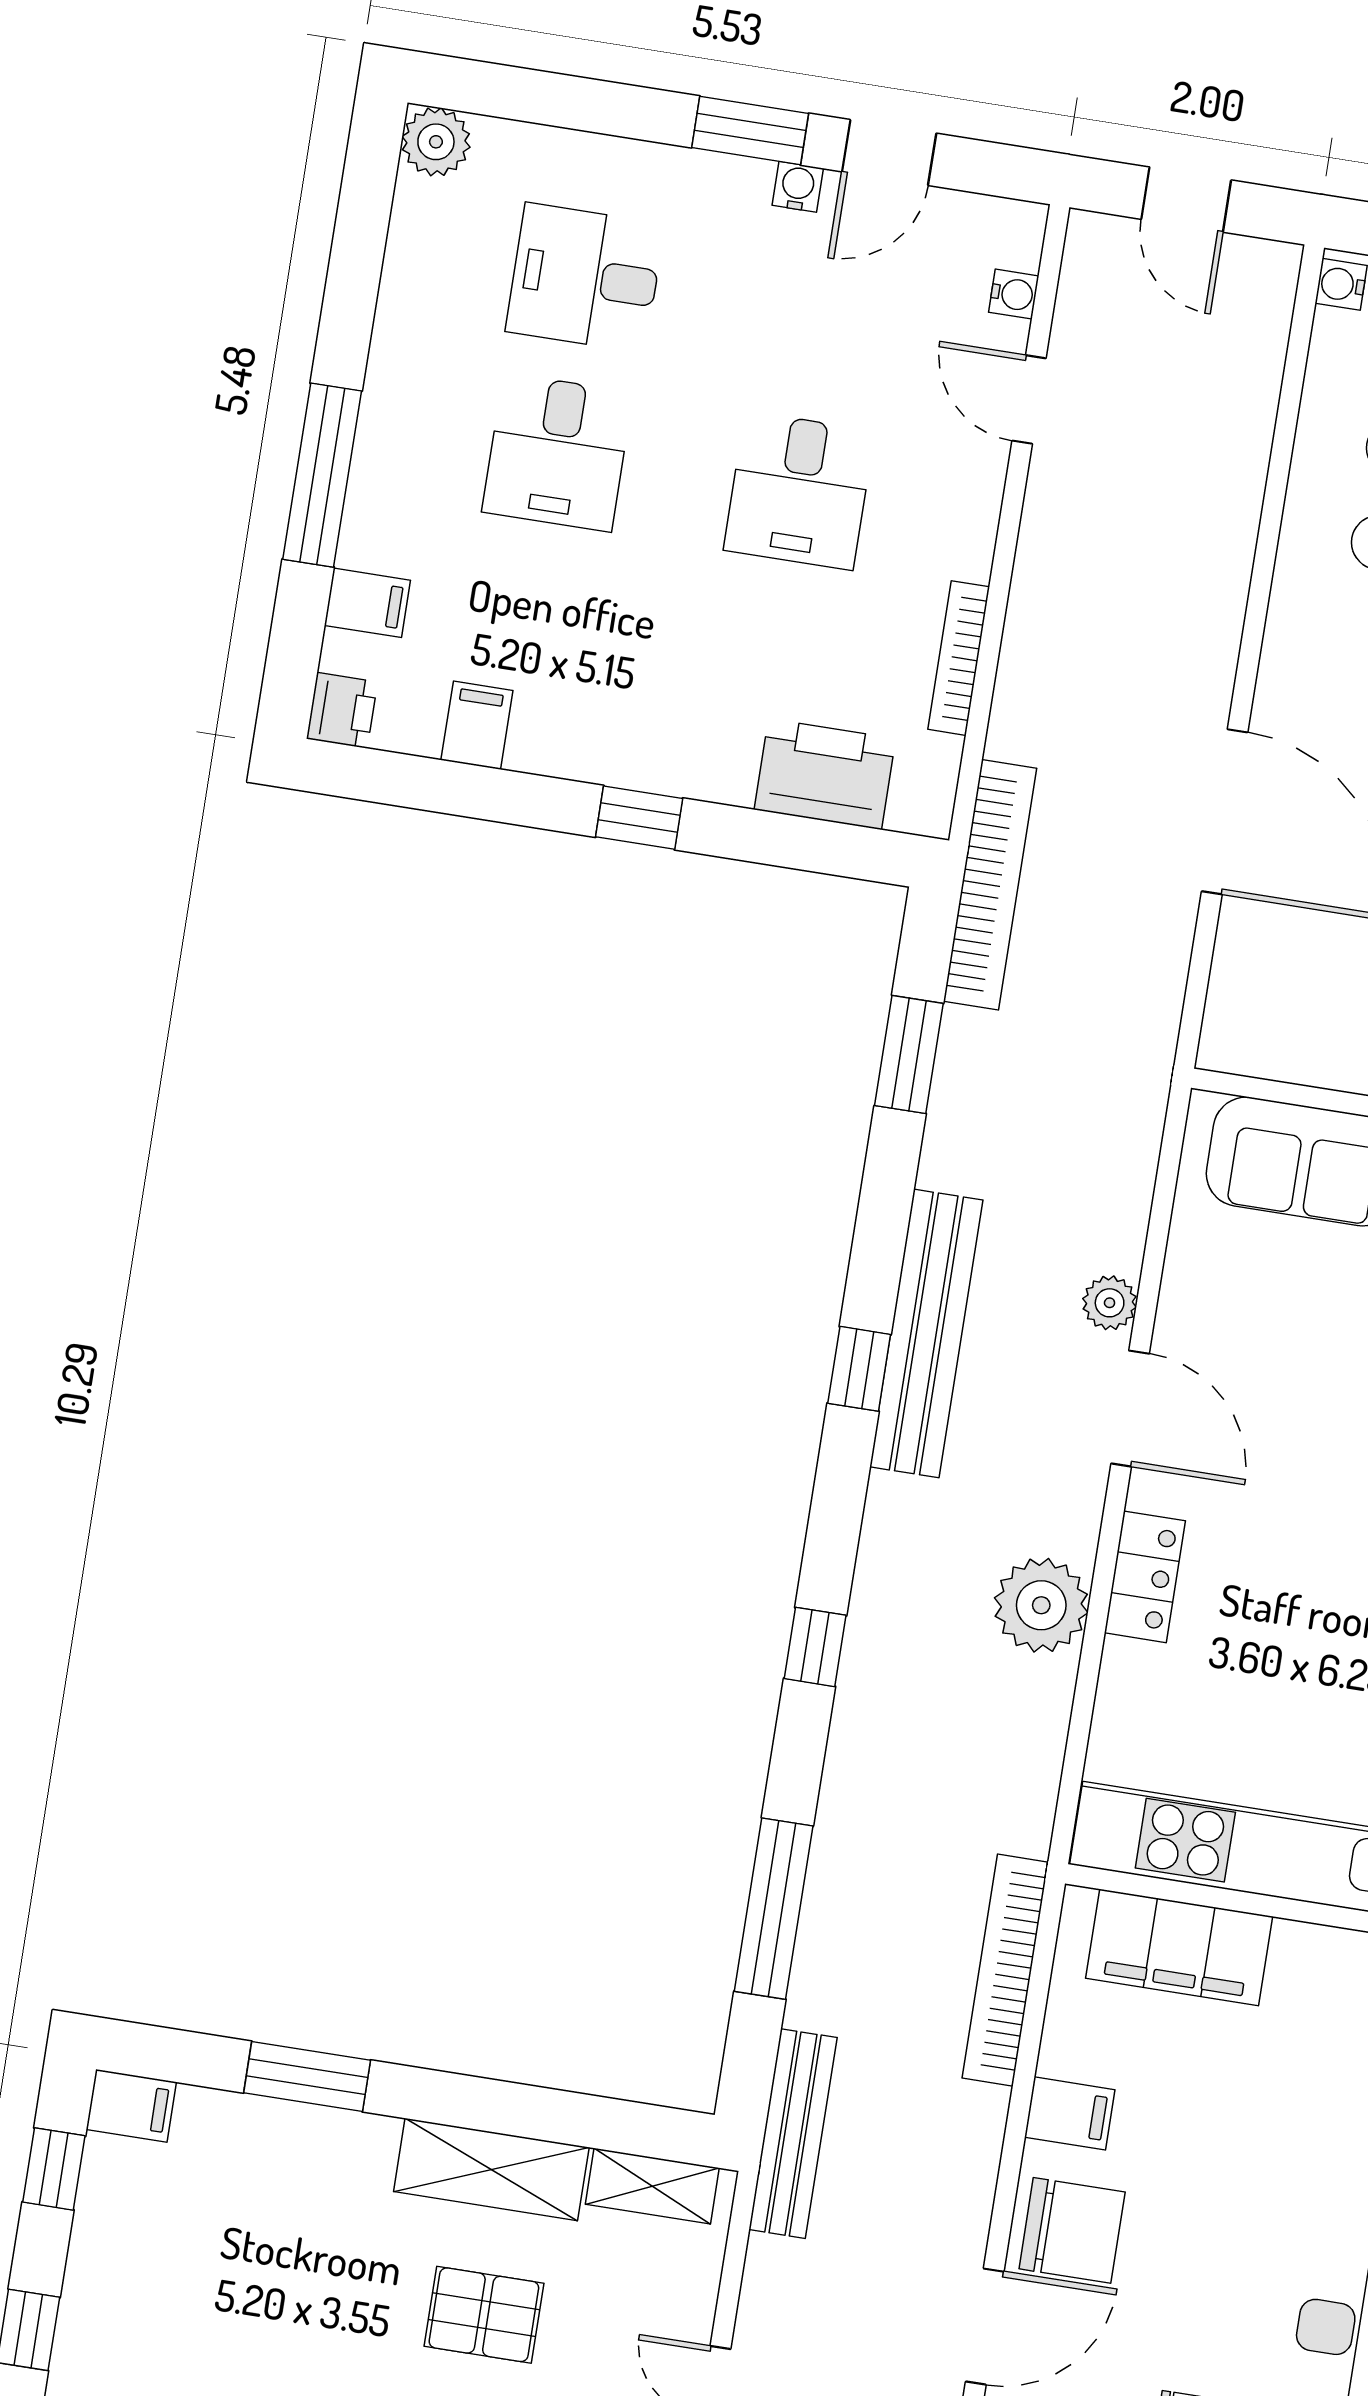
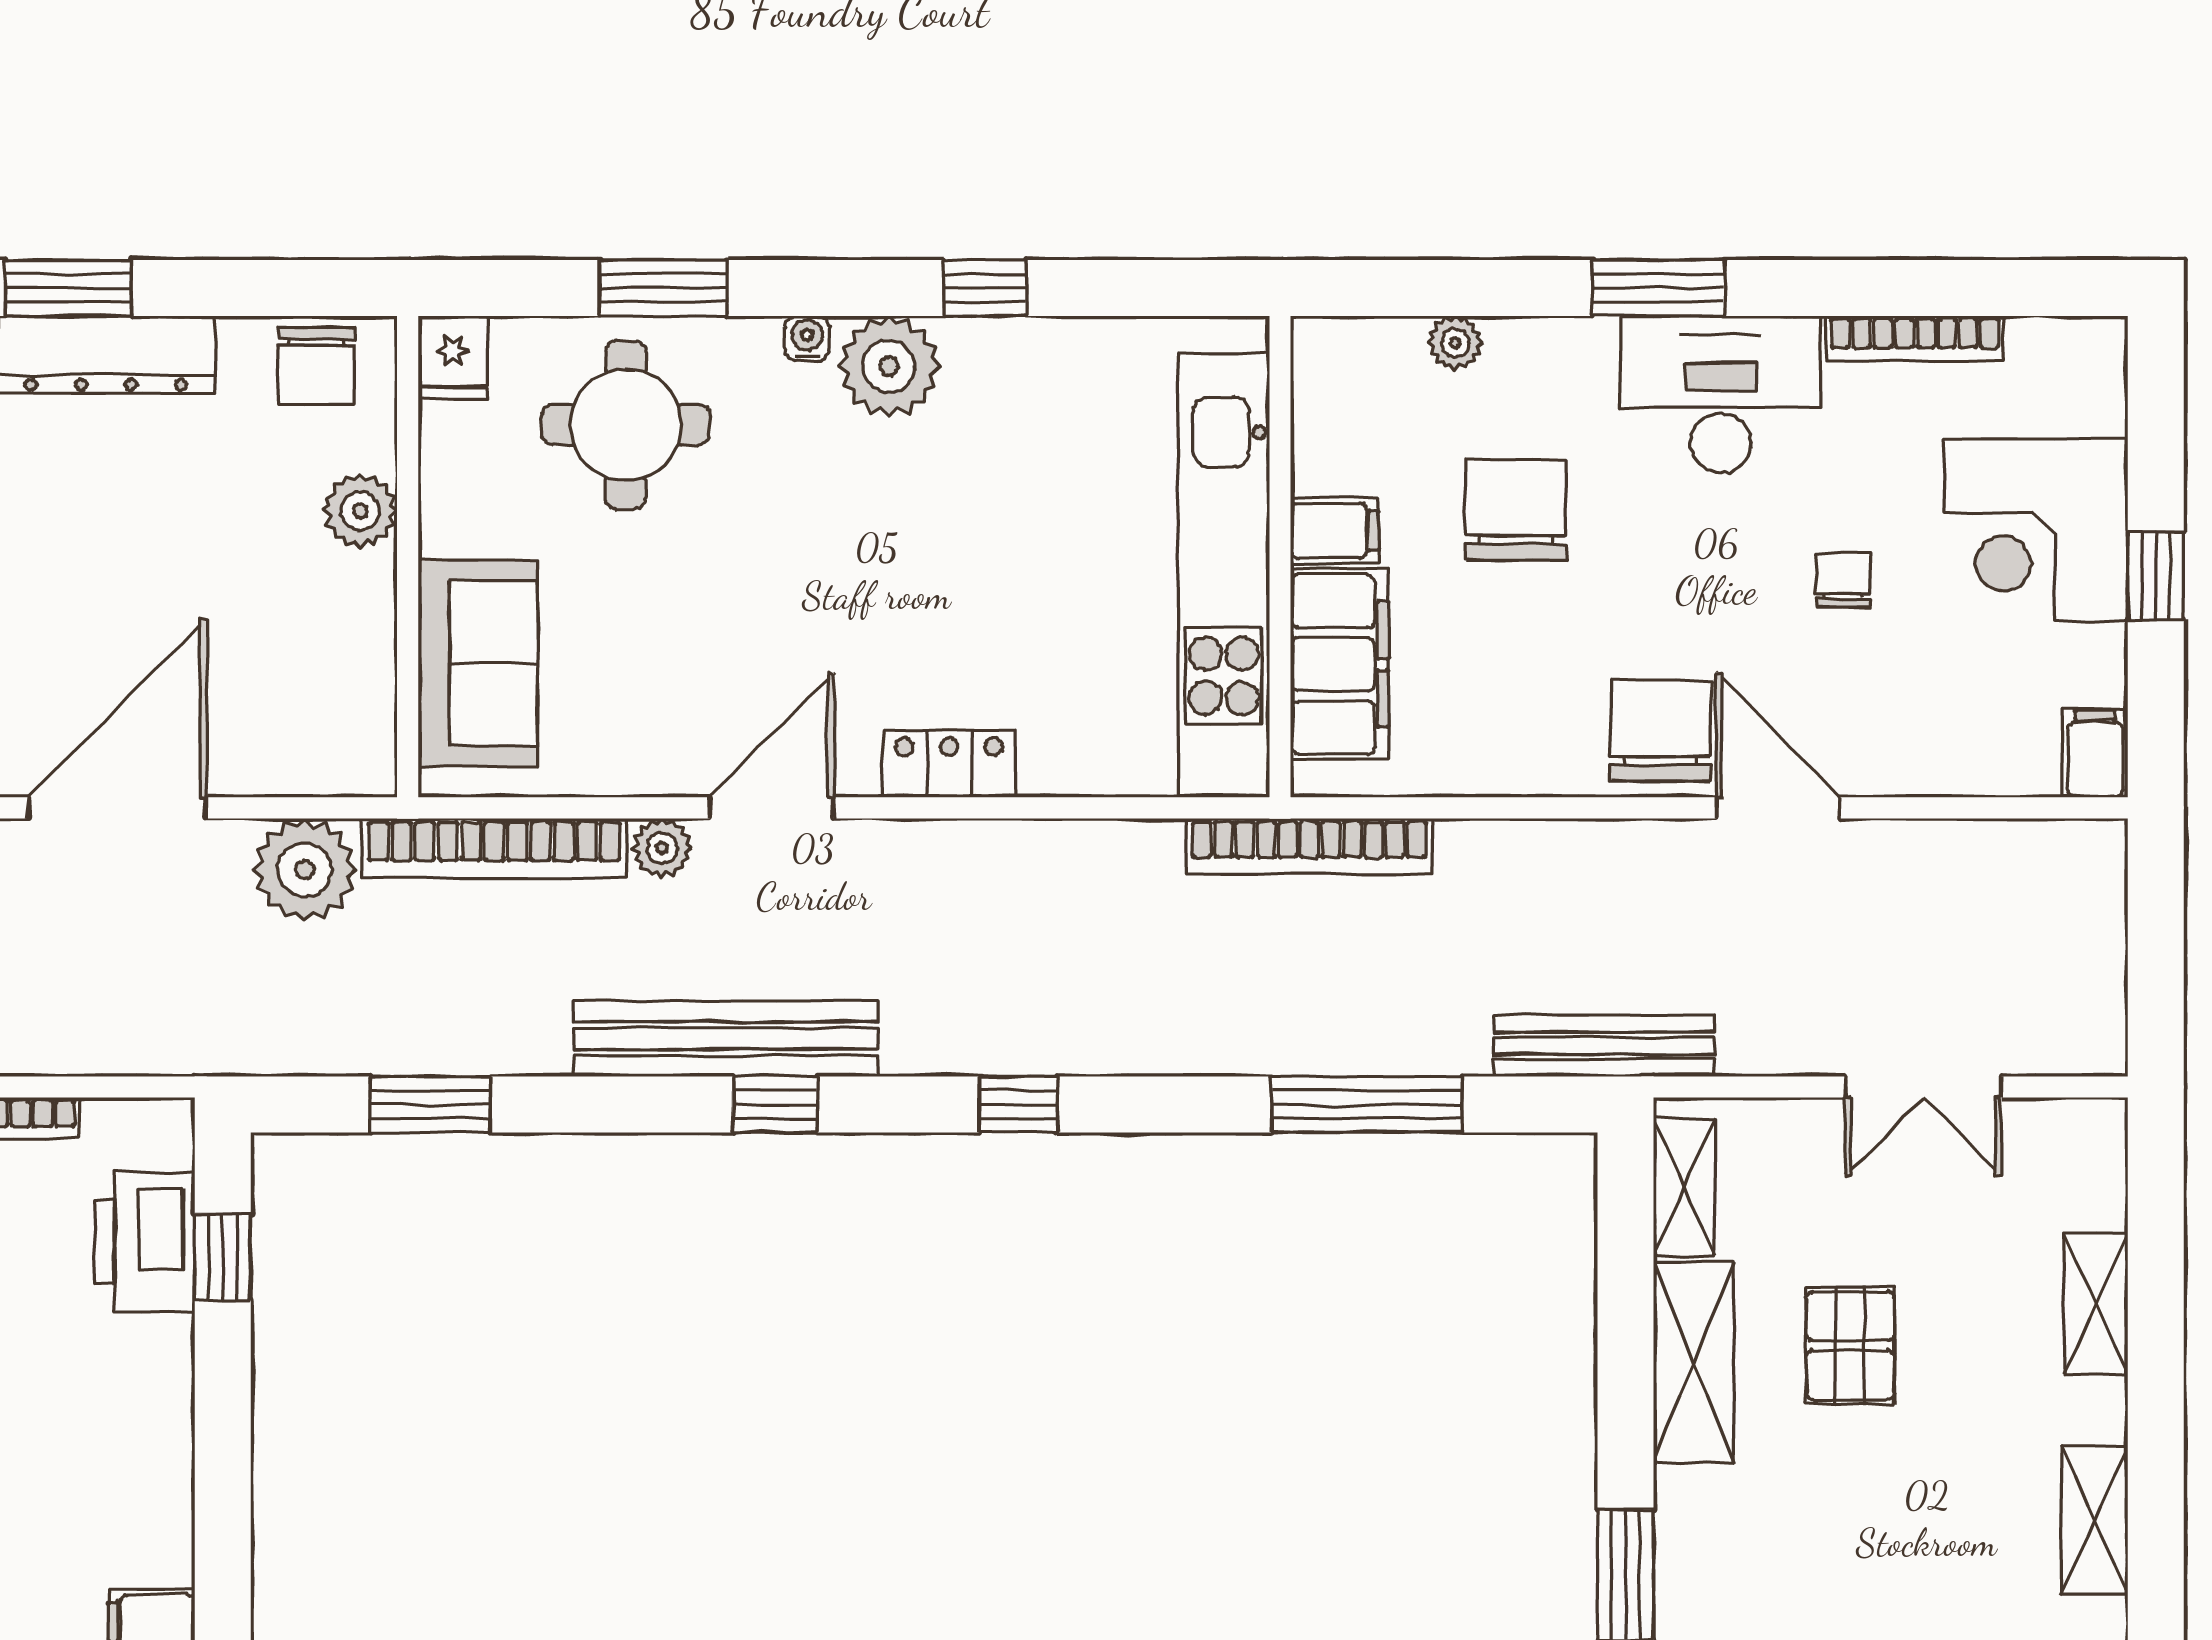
window: (639, 818) -> (223, 1257), moved
bookcase: (990, 885) -> (494, 848), moved, turned 180
plant: (1041, 1605) -> (305, 870), moved
window: (815, 1647) -> (1018, 1104), moved
bookcase: (1005, 1970) -> (1309, 846), moved
filing cabinet: (1070, 2113) -> (1335, 531), moved, turned 90
chair: (1295, 2130) -> (1516, 510), added

